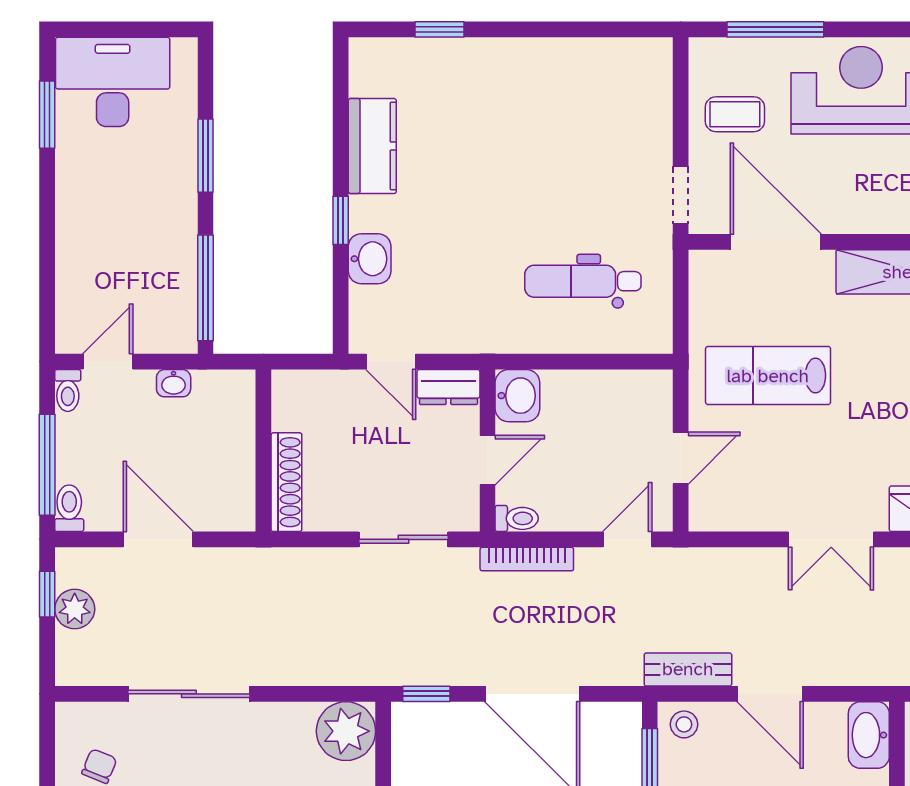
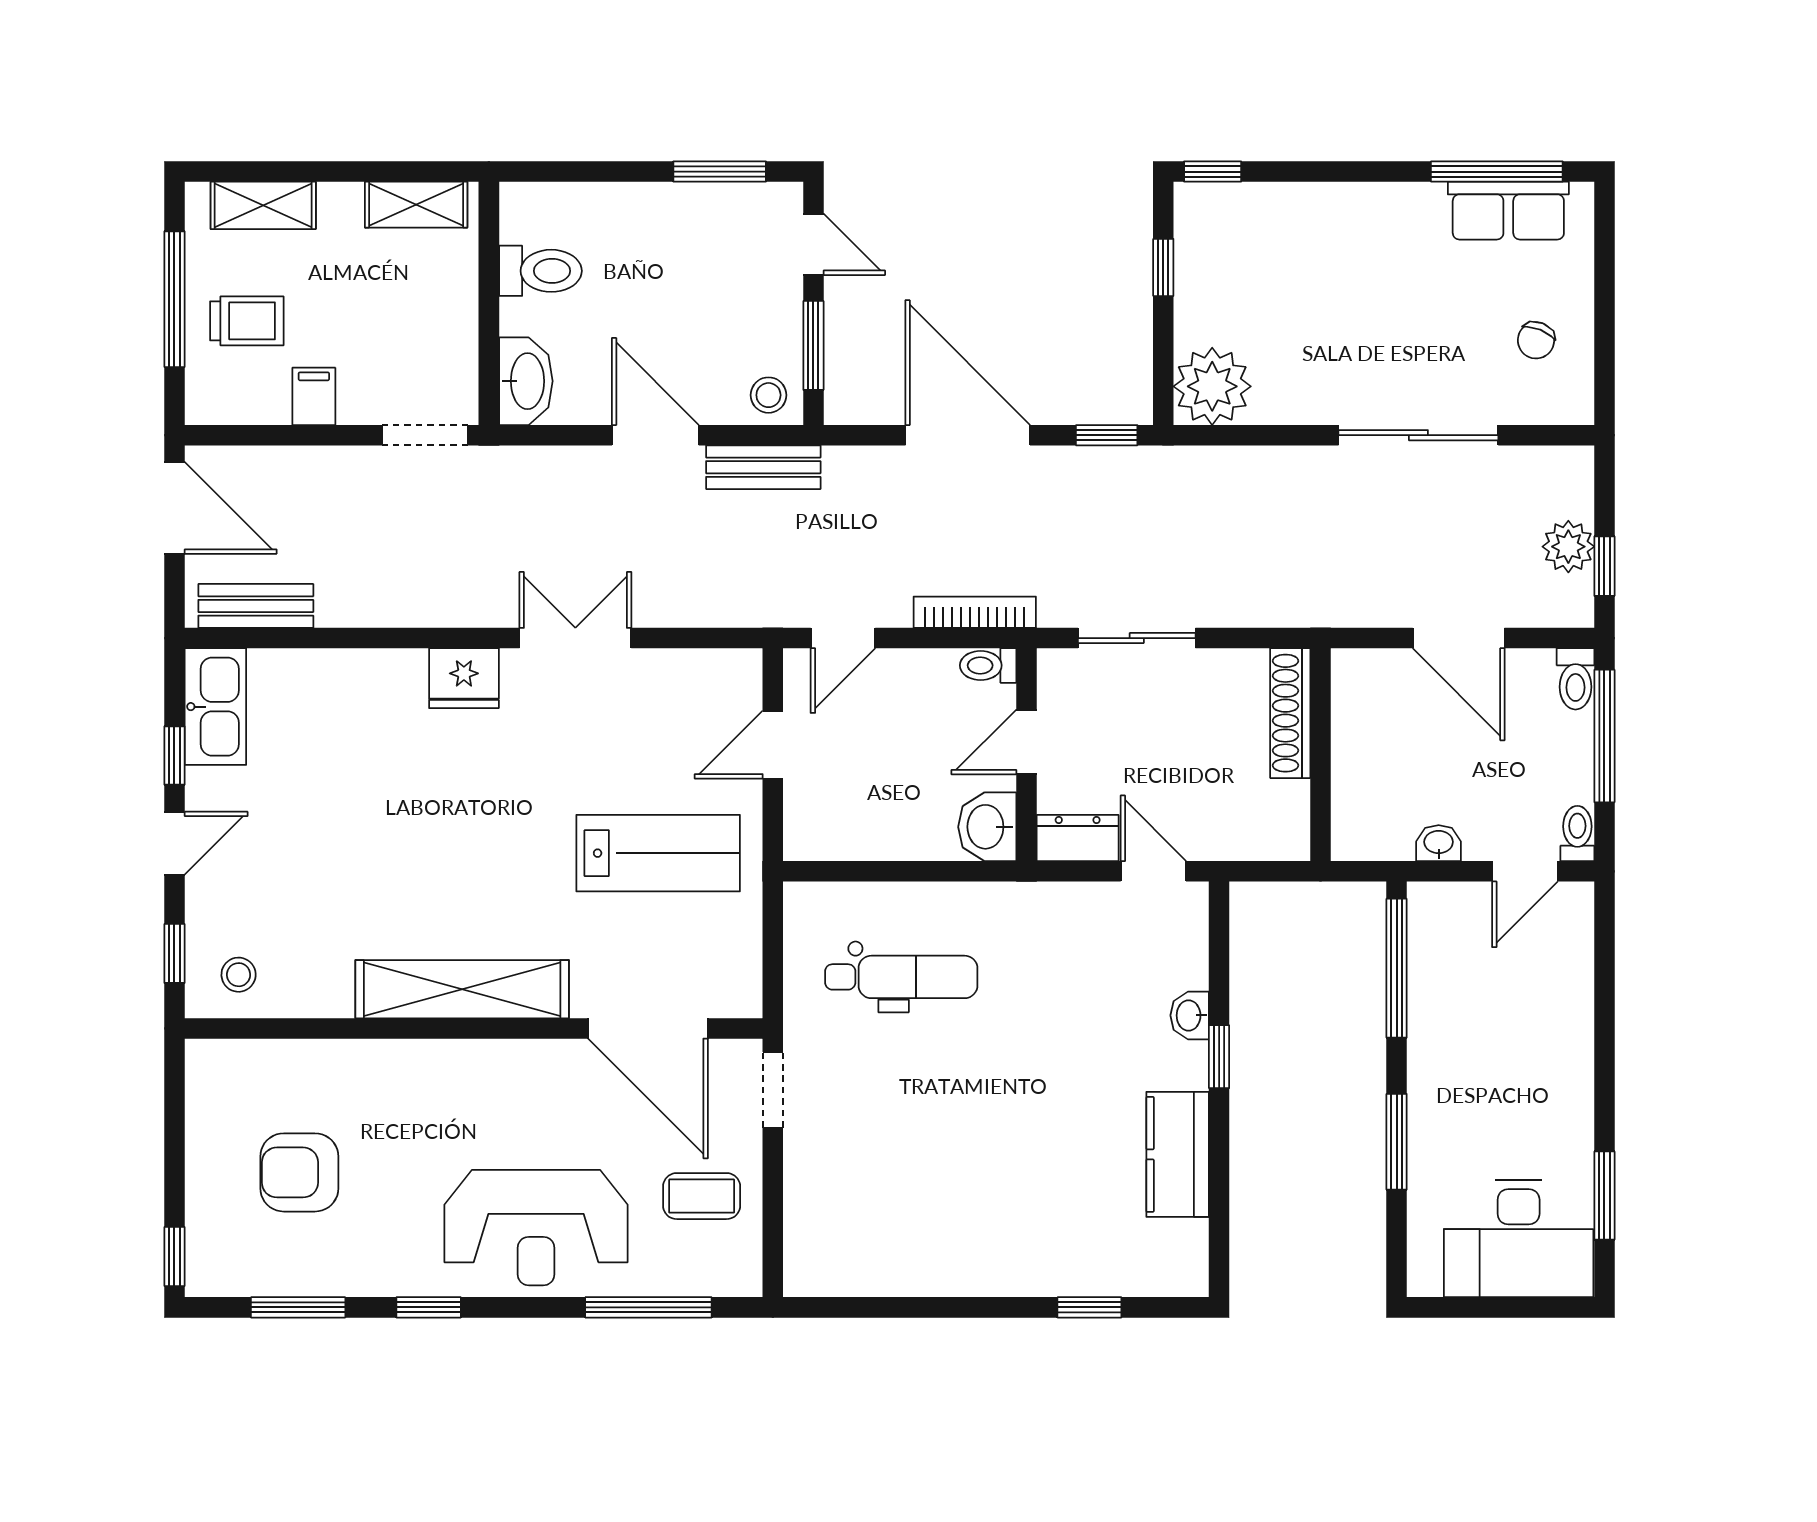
washbasin: (370, 259) -> (1190, 1015), width x0.72, depth x0.69

